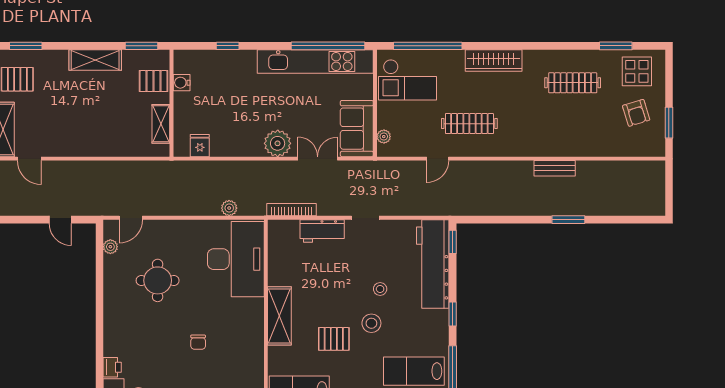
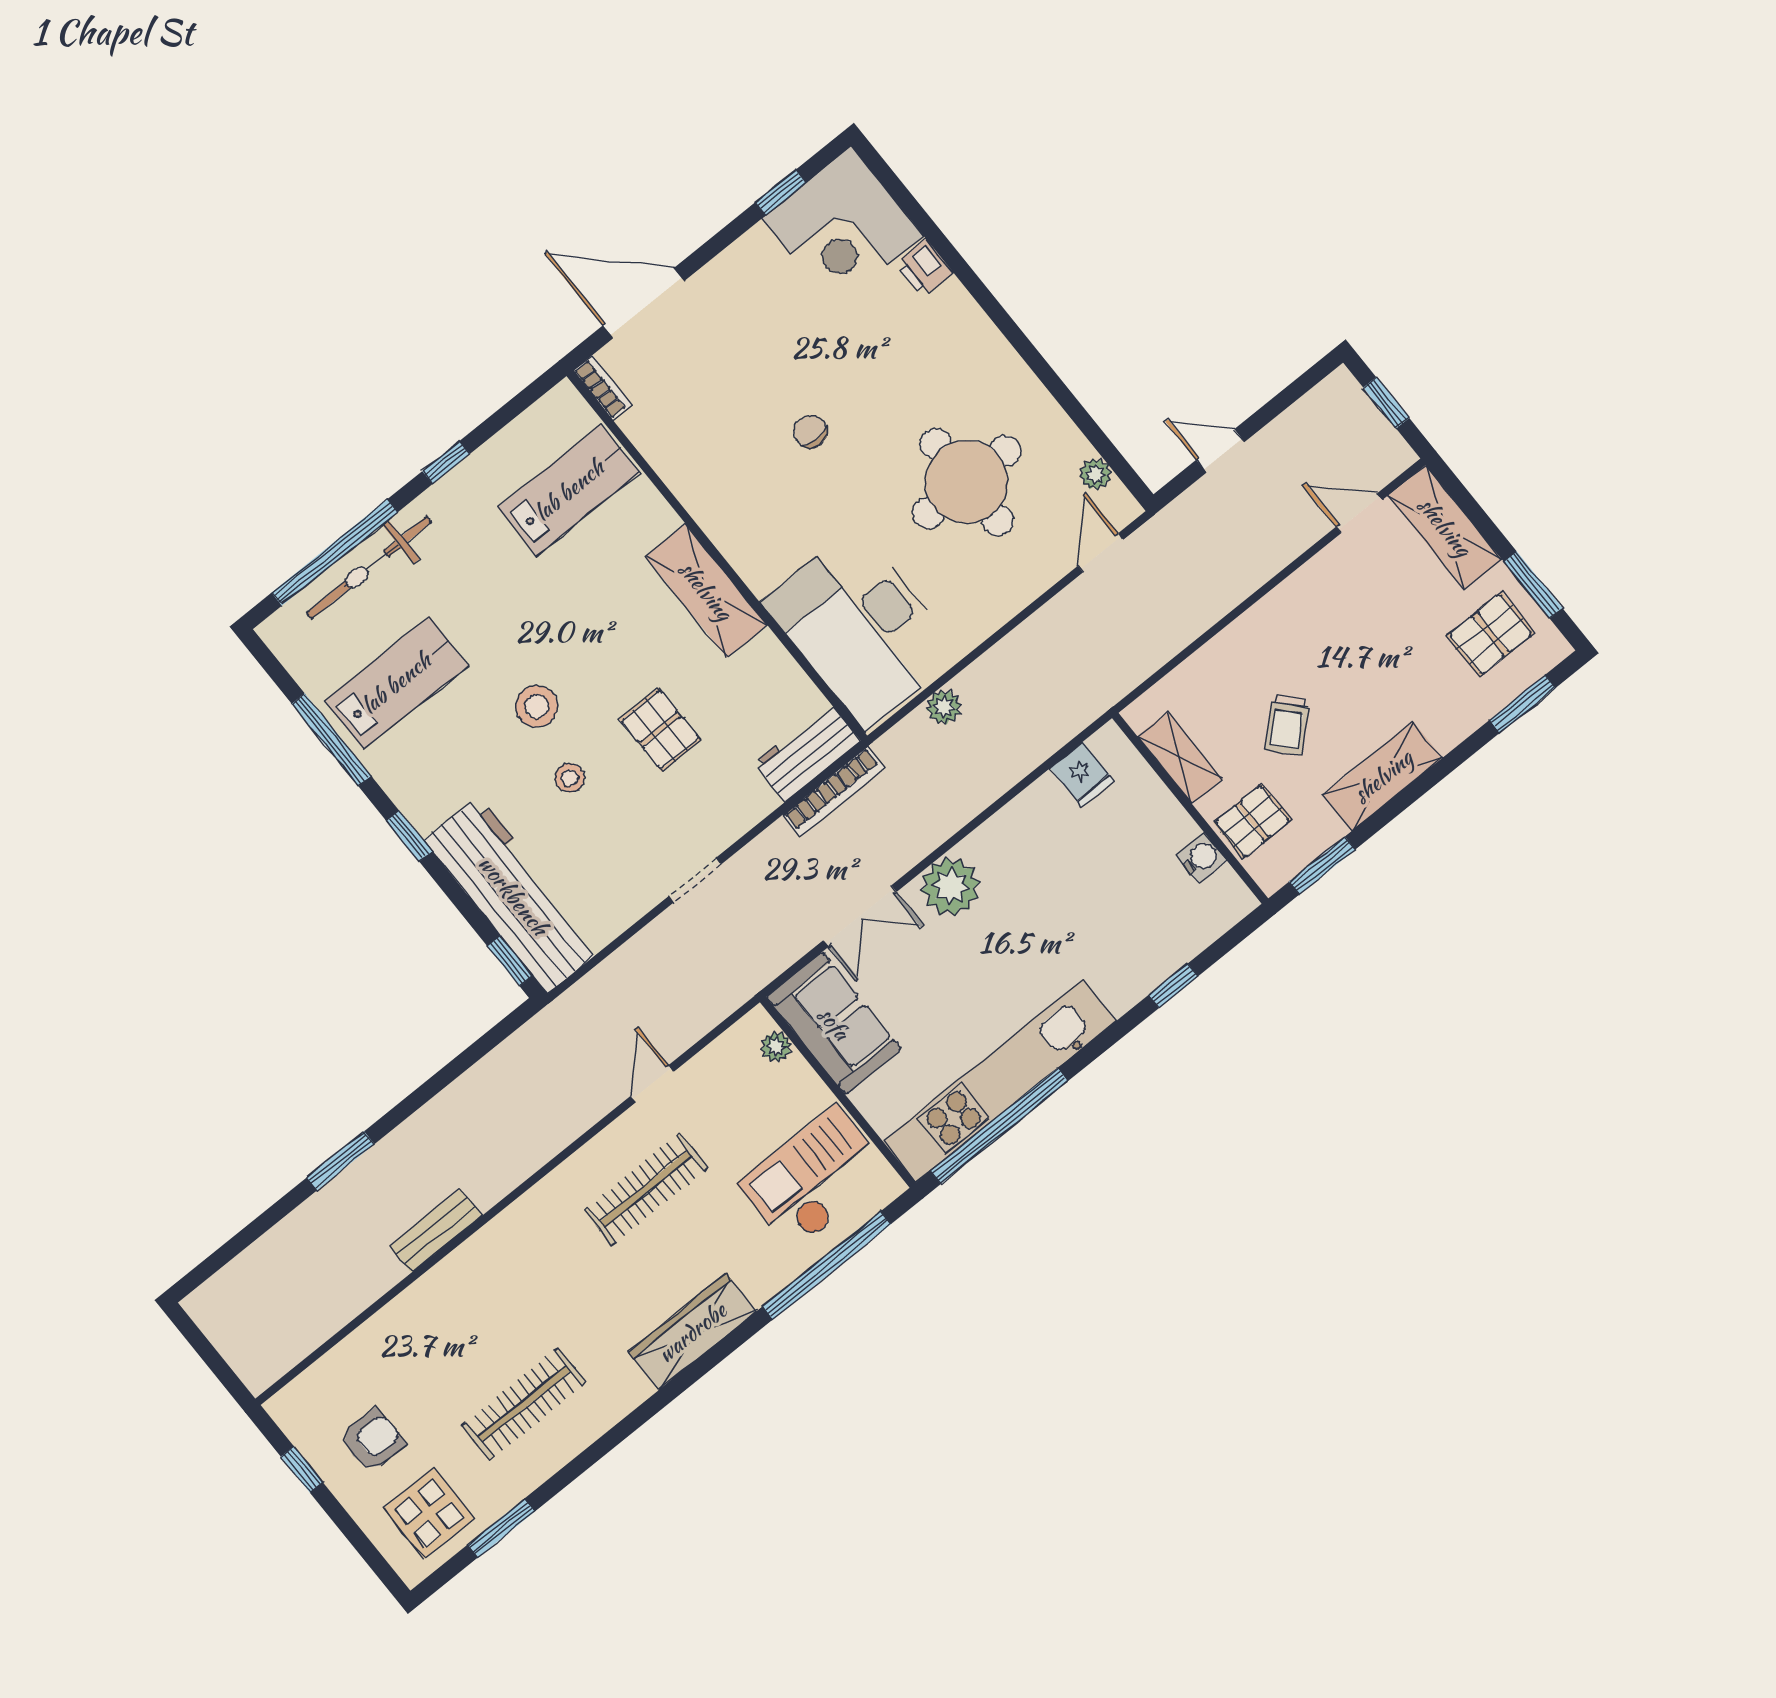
trolley: (114, 105) -> (1287, 725), added
armchair: (636, 113) -> (372, 1440), turned 107
window: (669, 123) -> (302, 1469), width x0.67
workbench: (322, 231) -> (807, 752), moved
round table: (158, 280) -> (967, 482), width x1.36, depth x1.36
pallet: (334, 339) -> (660, 730), moved, turned 90

